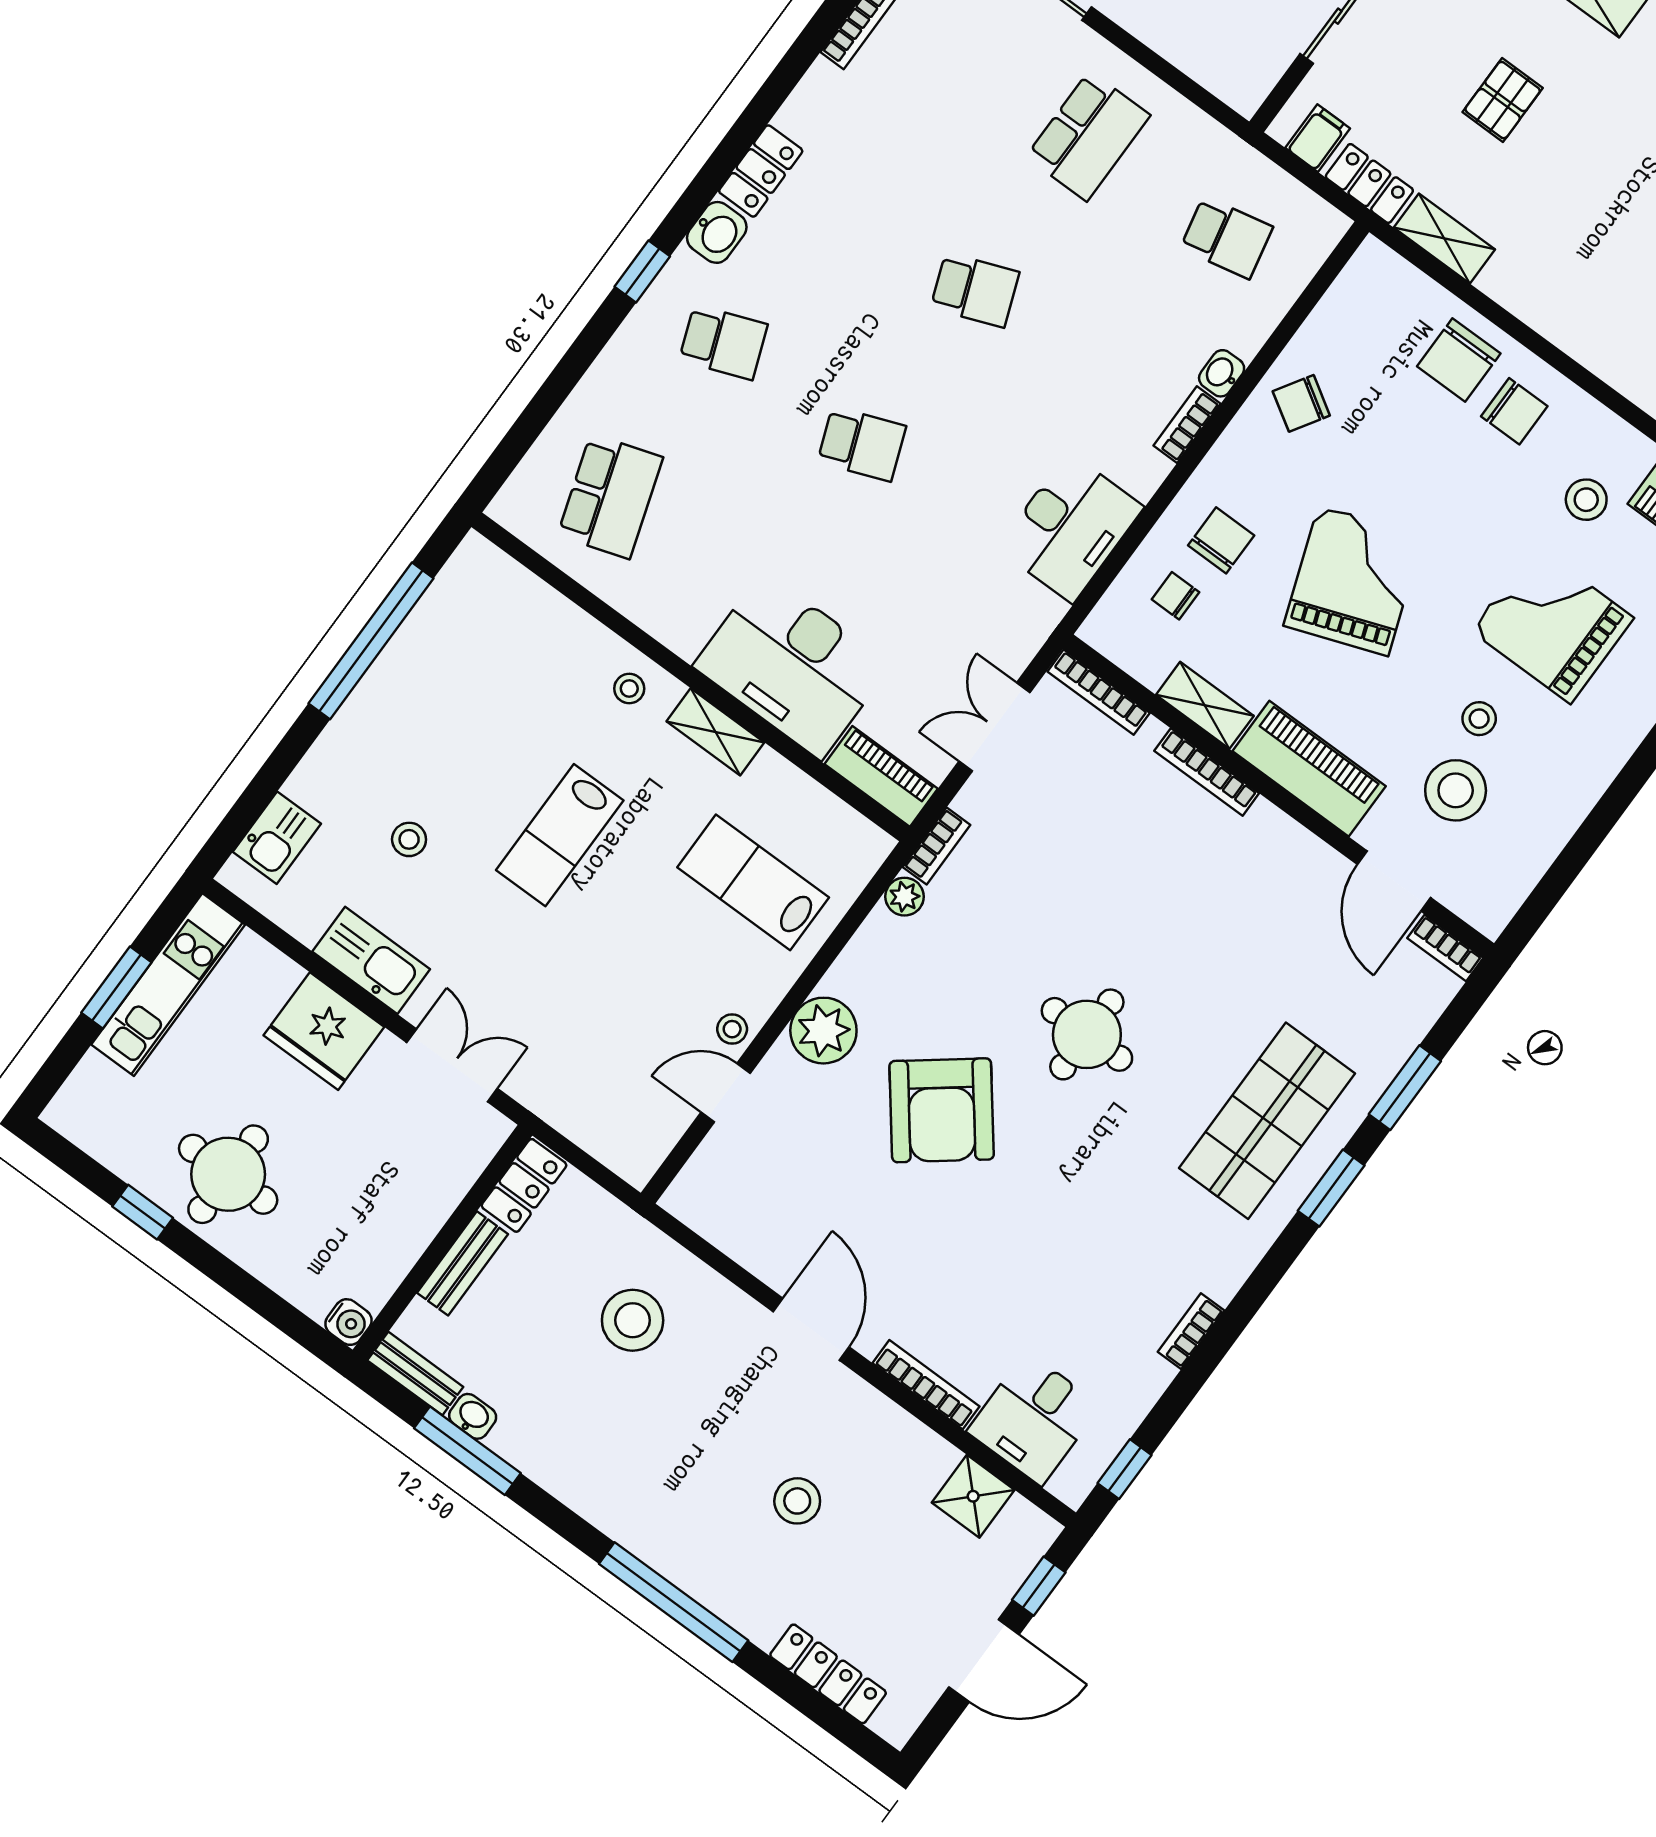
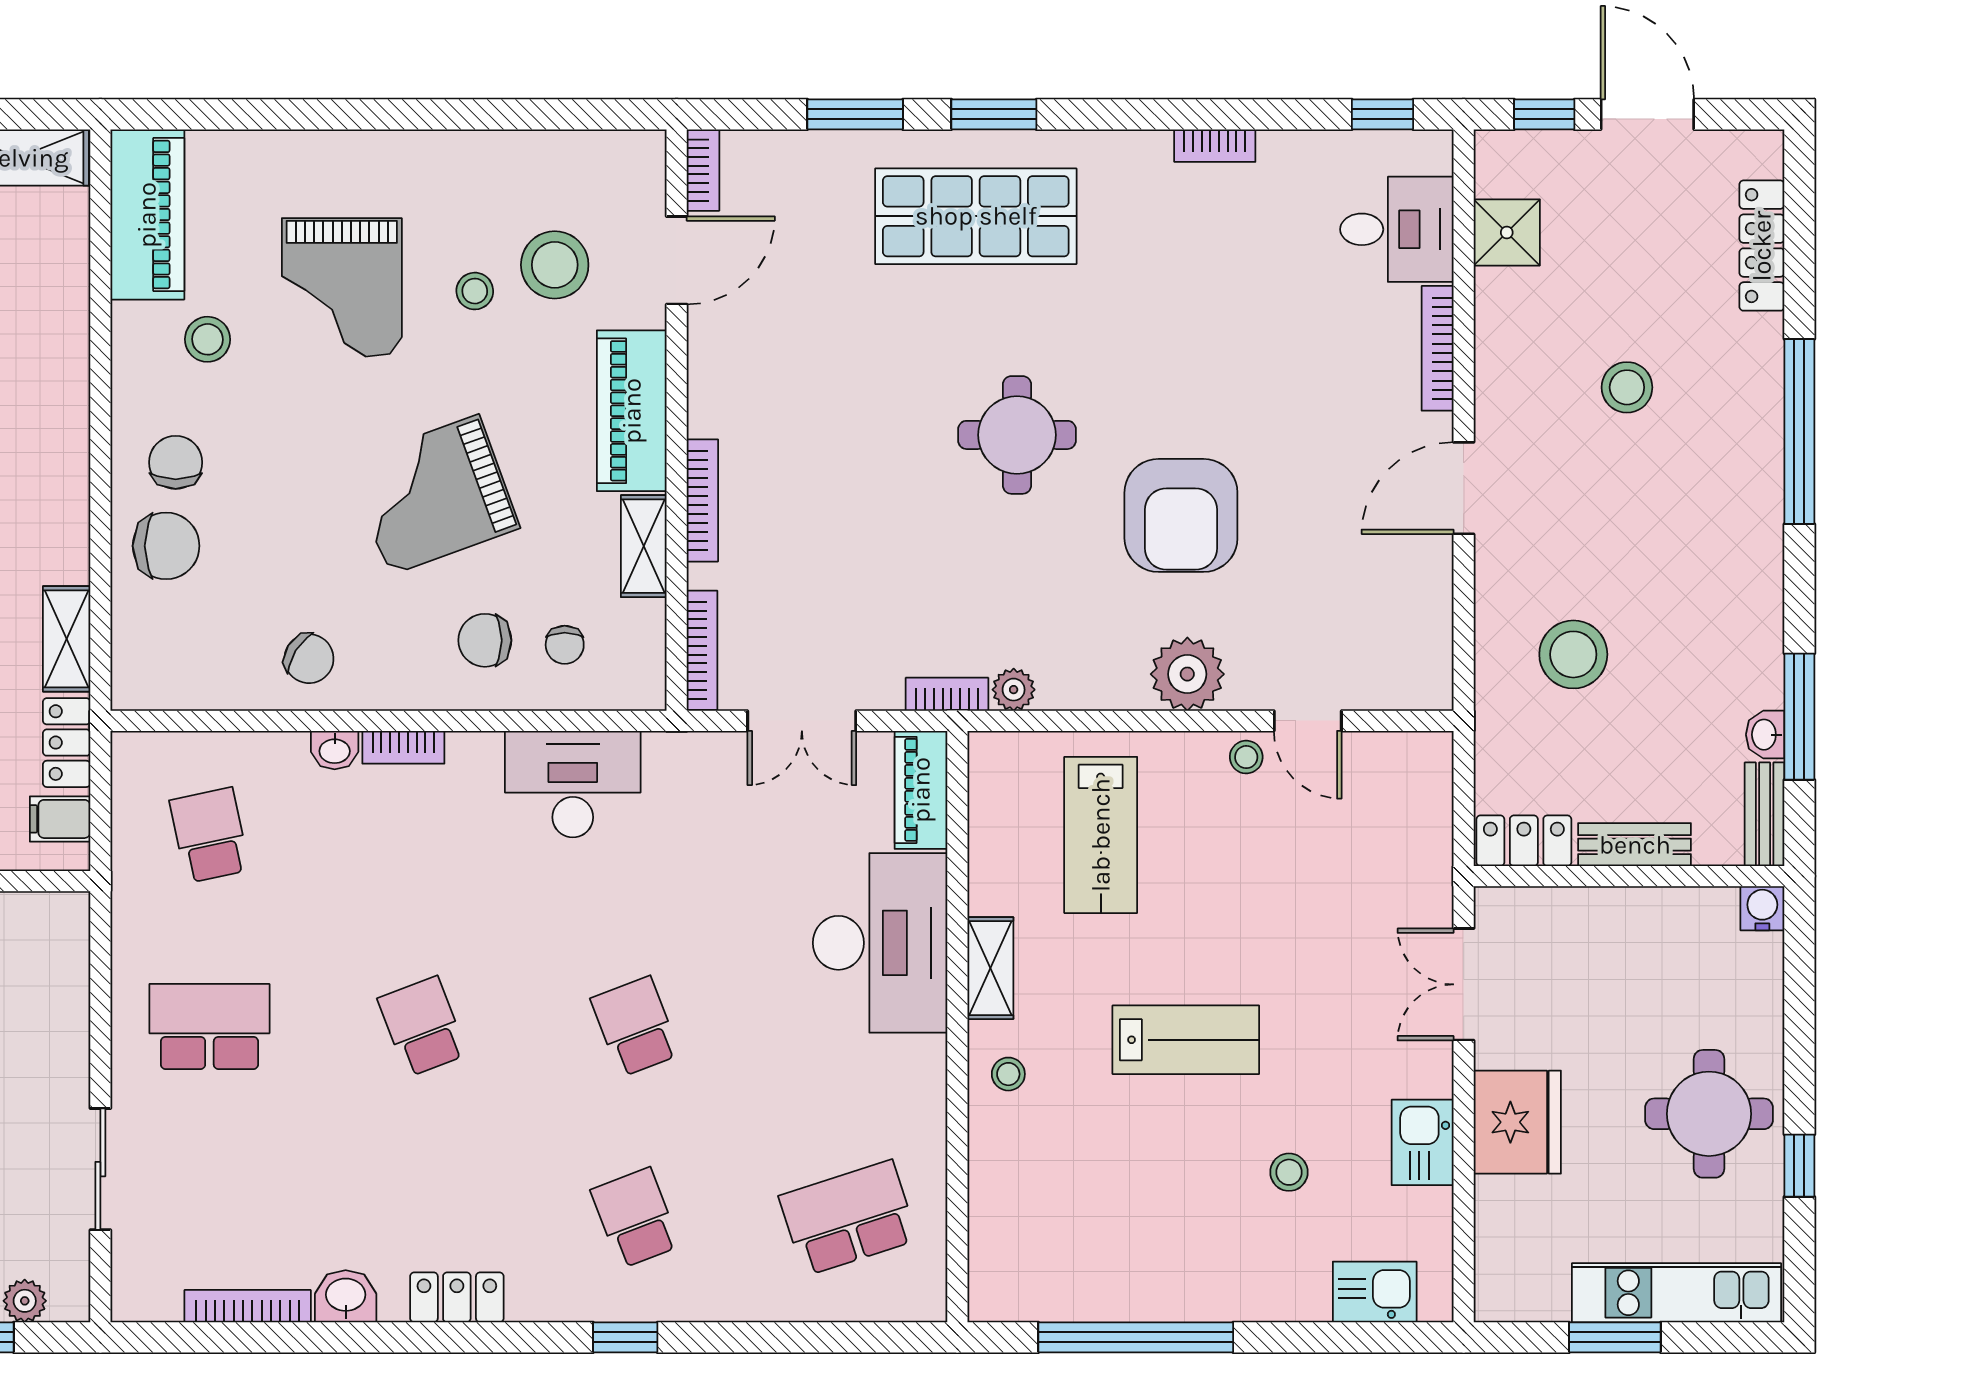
washbasin: (717, 232) -> (346, 1296), moved
kitchen sink: (371, 960) -> (1423, 1142), width x0.73
kitchen unit: (168, 985) -> (1676, 1293), moved
armchair: (942, 1110) -> (1181, 515), turned 128

